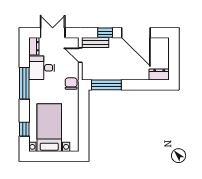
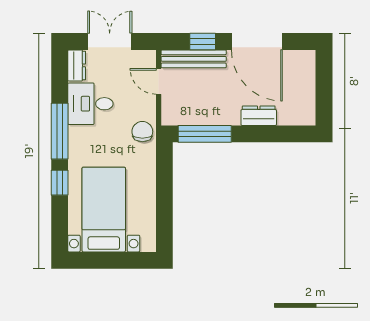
bench: (95, 42) -> (194, 59), width x1.36
dresser: (159, 75) -> (259, 116), moved
window: (24, 129) -> (60, 183), moved

